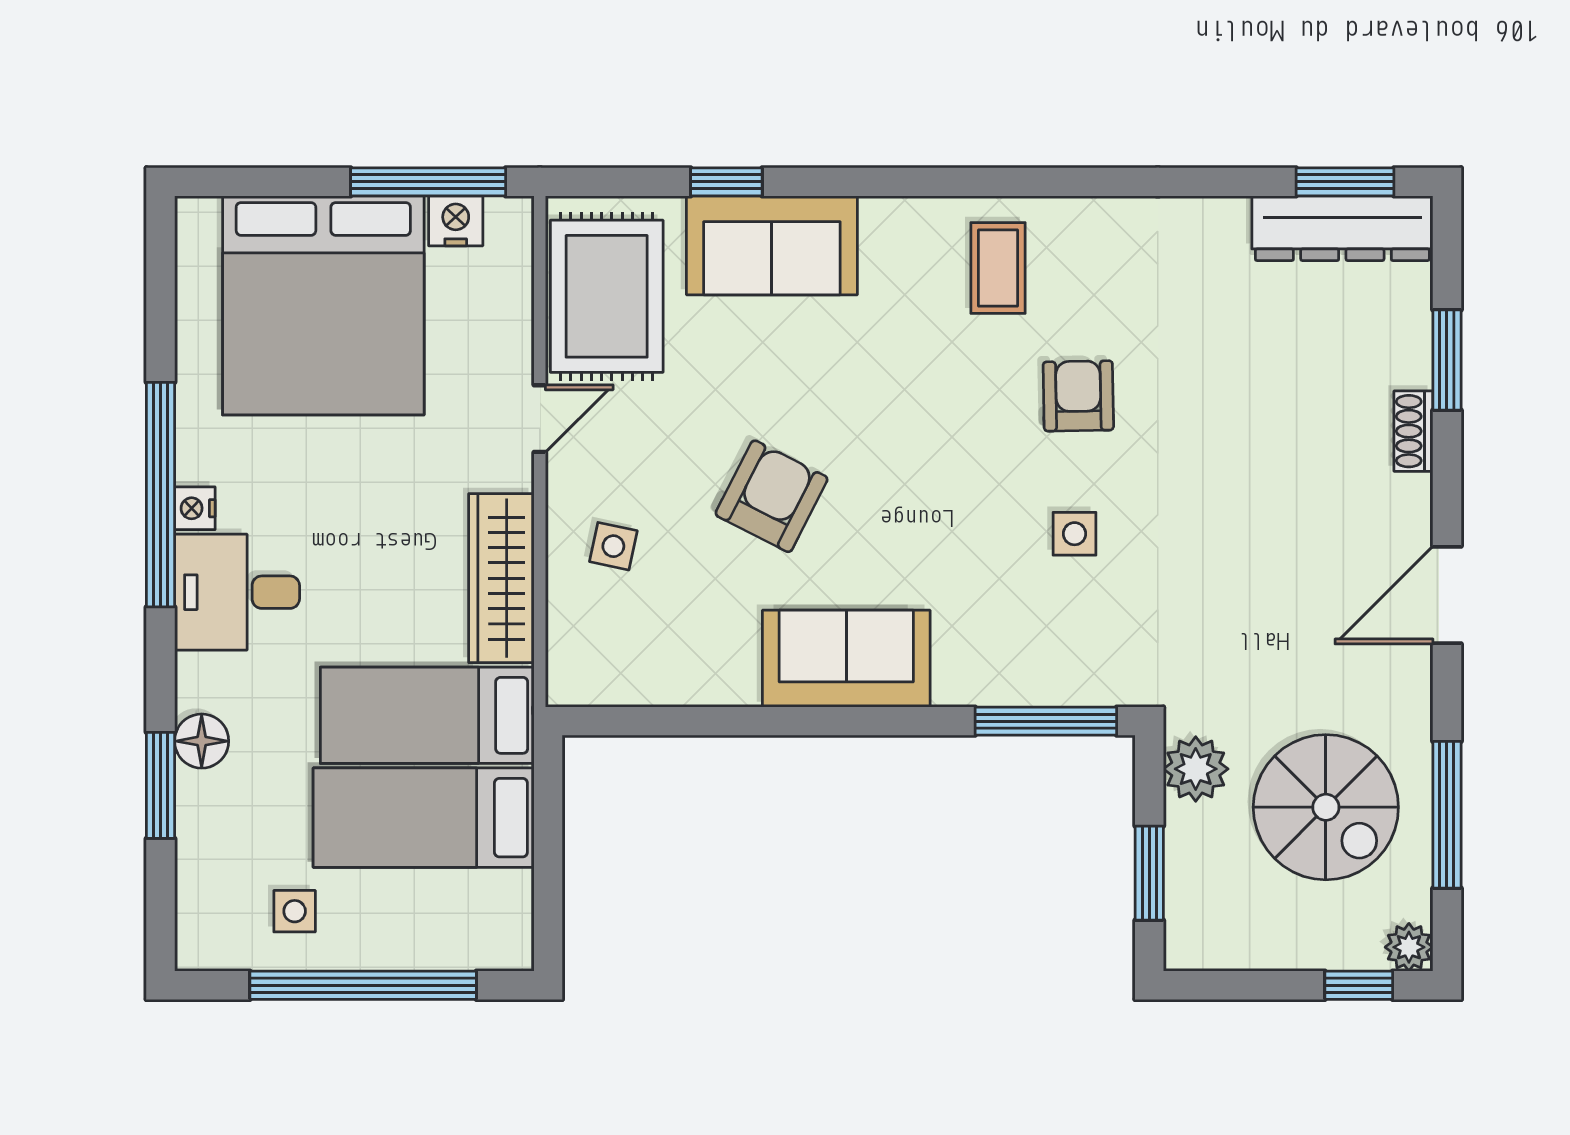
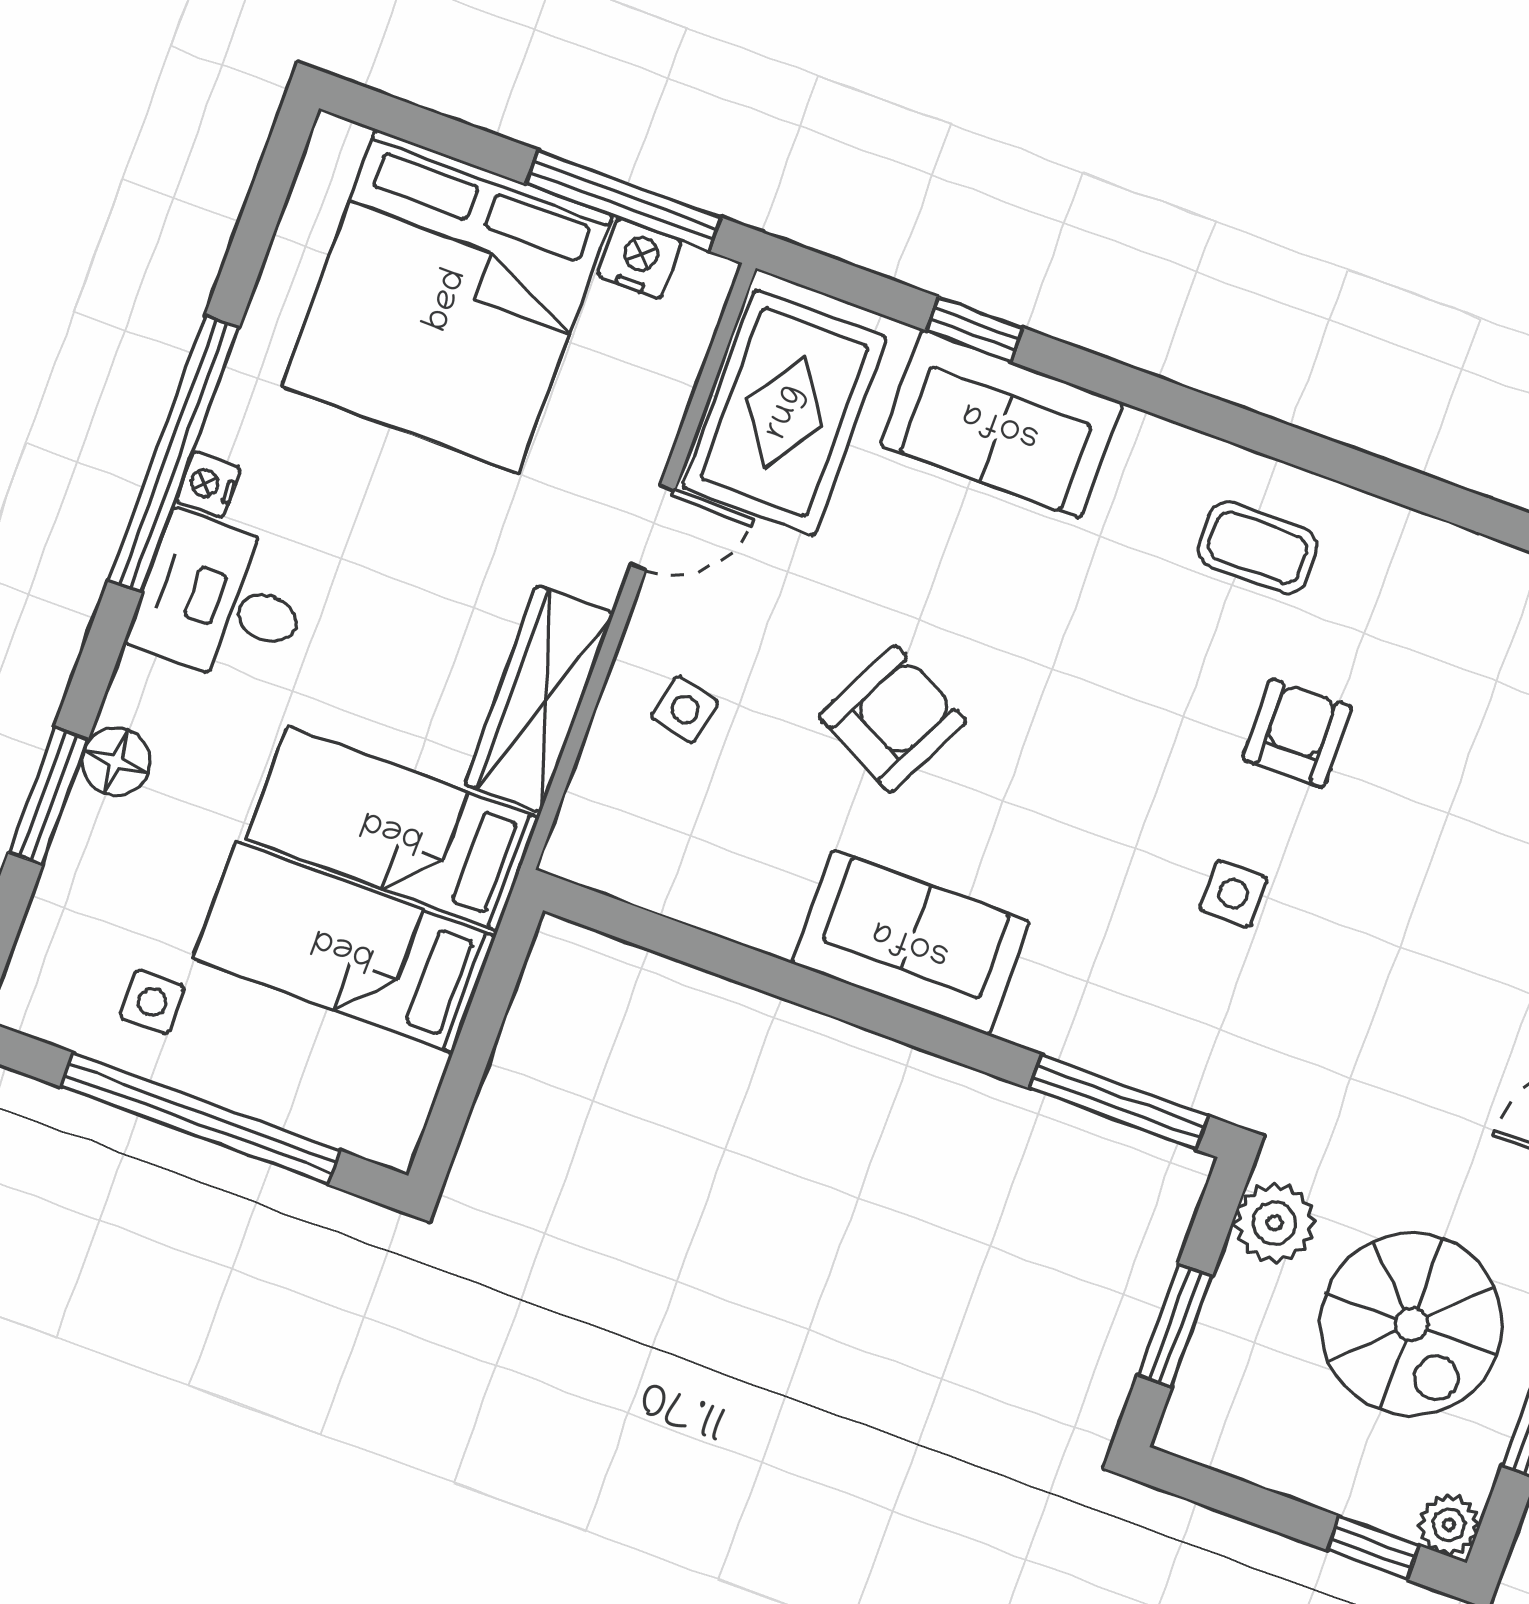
coffee table: (998, 268) -> (1258, 548), turned 90

